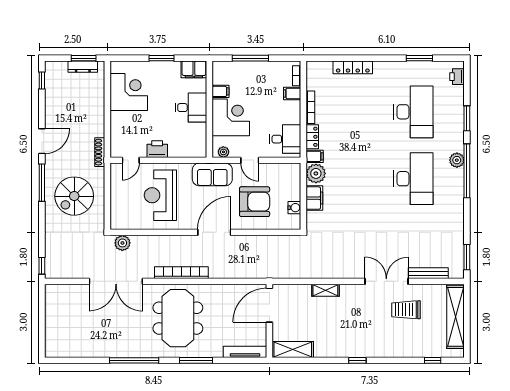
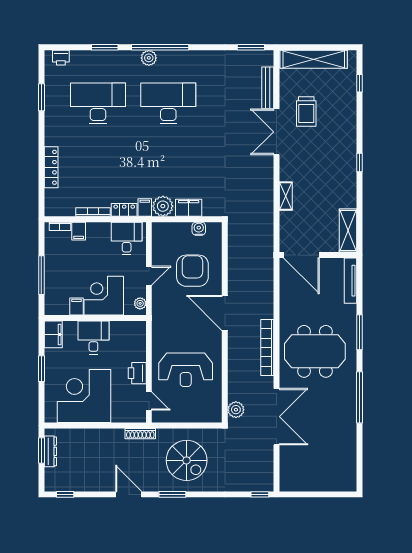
corner desk: (129, 92) -> (84, 396), width x1.36, depth x1.36
sofa: (212, 174) -> (164, 315), removed
window: (42, 183) -> (172, 494), width x0.69

